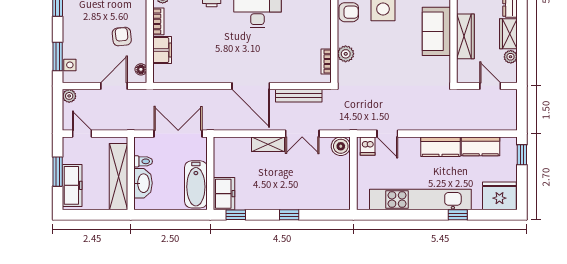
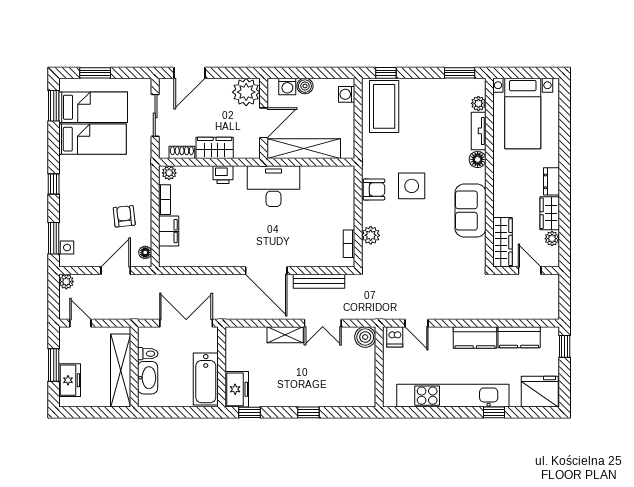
wardrobe: (465, 36) -> (502, 242), moved
freezer: (72, 185) -> (70, 380), width x0.71

